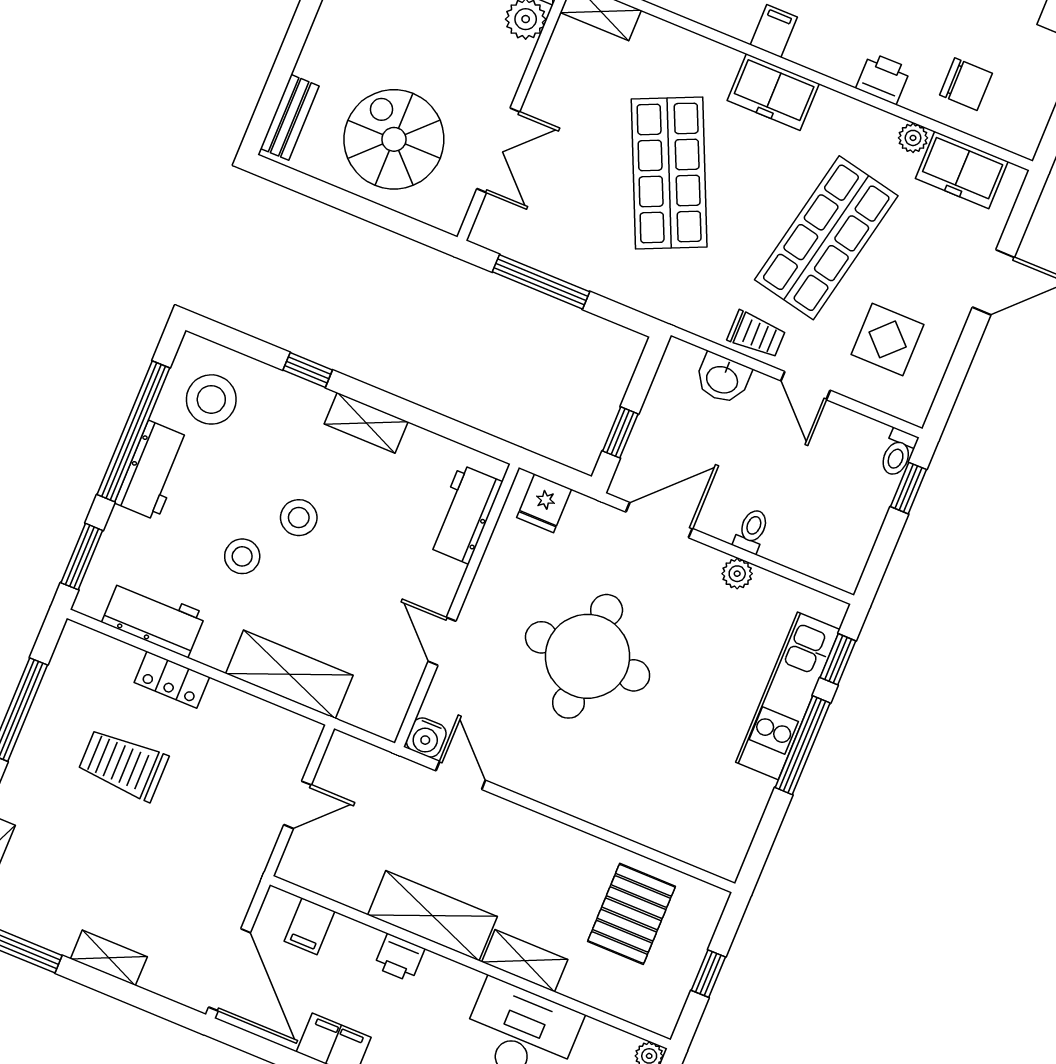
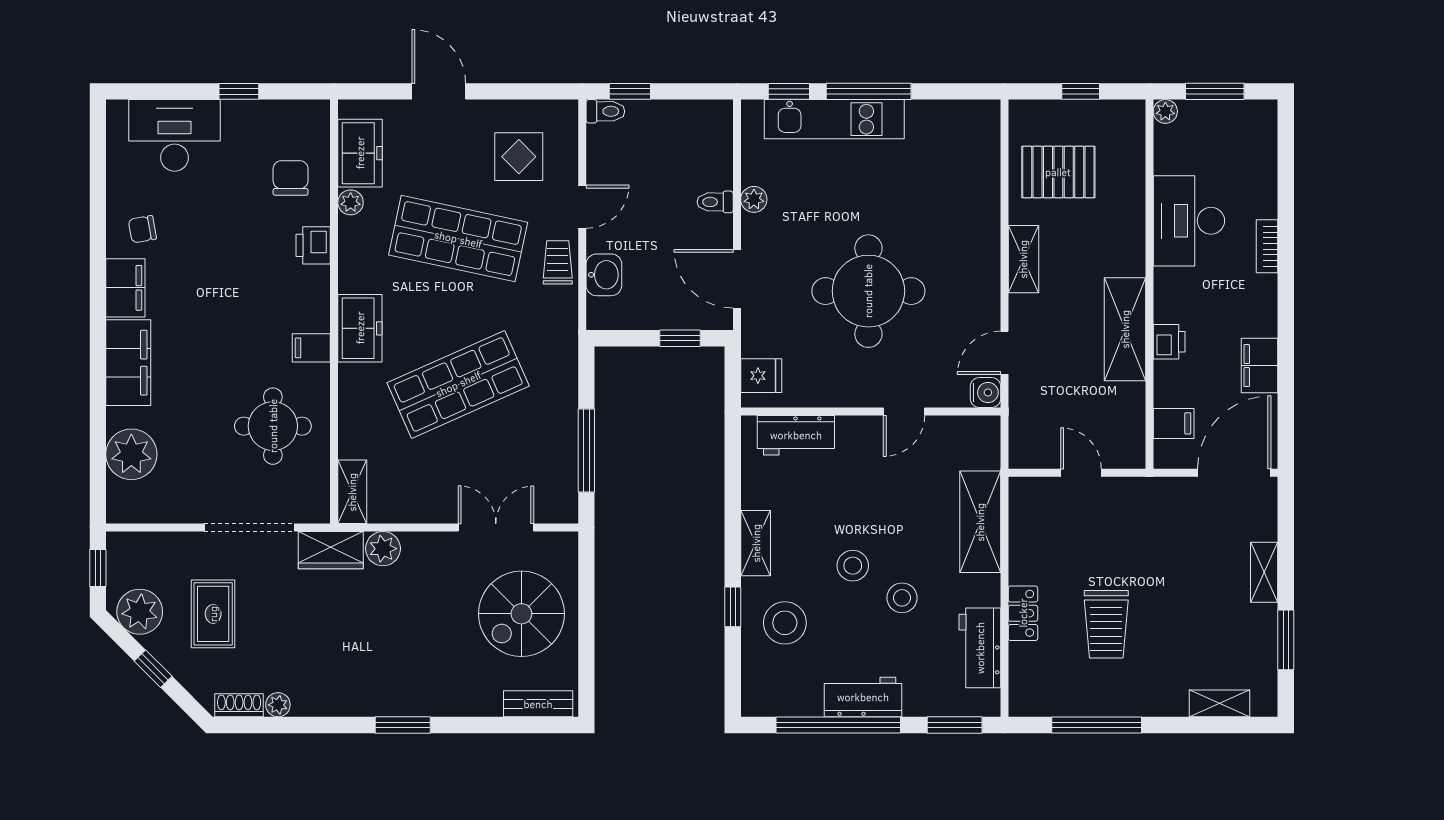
stool: (211, 399) -> (785, 623), moved
shelving: (525, 961) -> (1023, 259), moved

